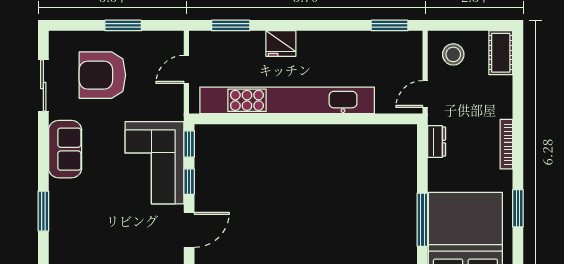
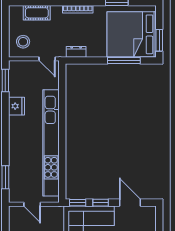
fridge: (281, 44) -> (16, 106), moved
cot: (501, 53) -> (37, 13), moved

